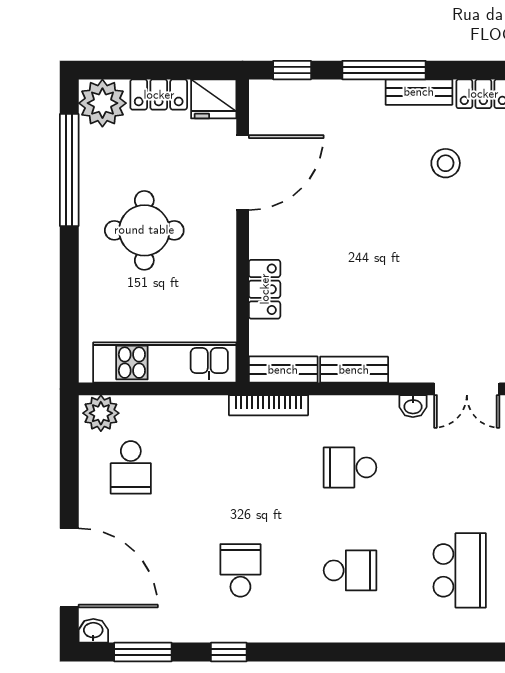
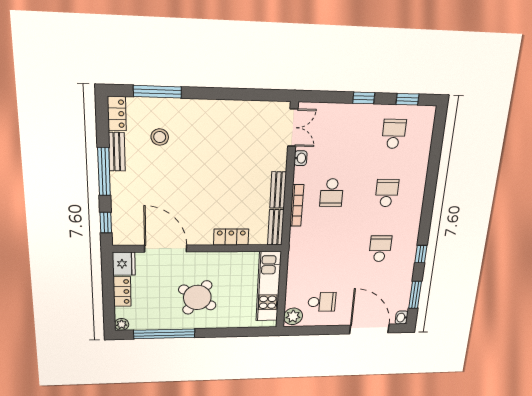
plant: (102, 103) -> (122, 324), width x0.53, depth x0.53
round table: (144, 230) -> (197, 297), turned 34
bookcase: (269, 405) -> (297, 206), moved
door: (69, 568) -> (369, 329), hinge flipped
school desk: (240, 570) -> (380, 249), turned 90
school desk: (460, 570) -> (394, 134), width x0.54

